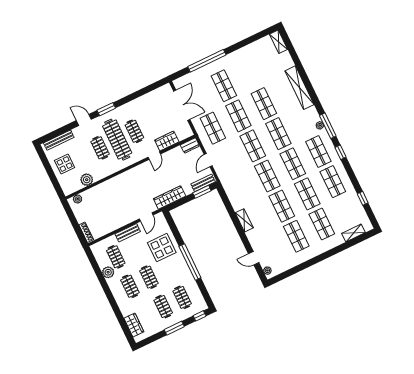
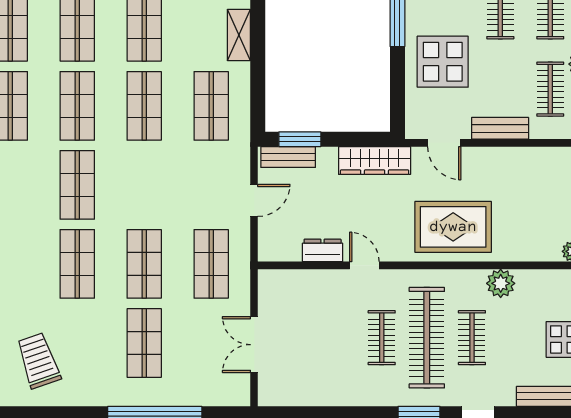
trolley: (261, 60) -> (38, 361), added
double door: (182, 105) -> (254, 345), width x0.73
wardrobe: (167, 141) -> (323, 284), removed
dresser: (190, 145) -> (323, 250), moved
shop shelf: (253, 146) -> (211, 106), moved
door: (154, 156) -> (364, 265), hinge flipped
plant: (87, 180) -> (501, 283), moved
rug: (127, 187) -> (453, 227), added
door: (146, 217) -> (444, 143), swing flipped

